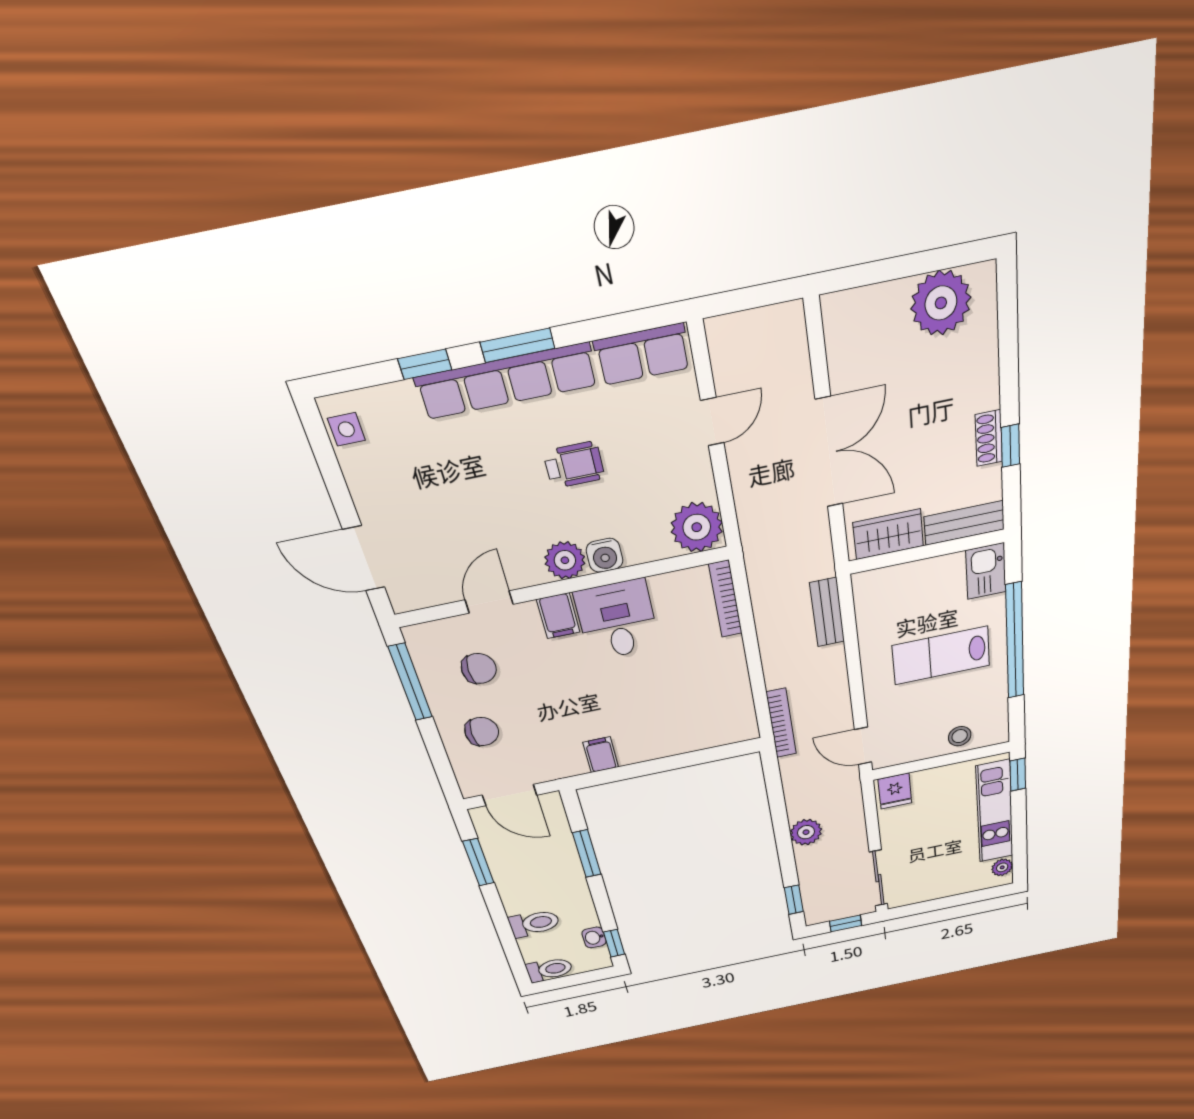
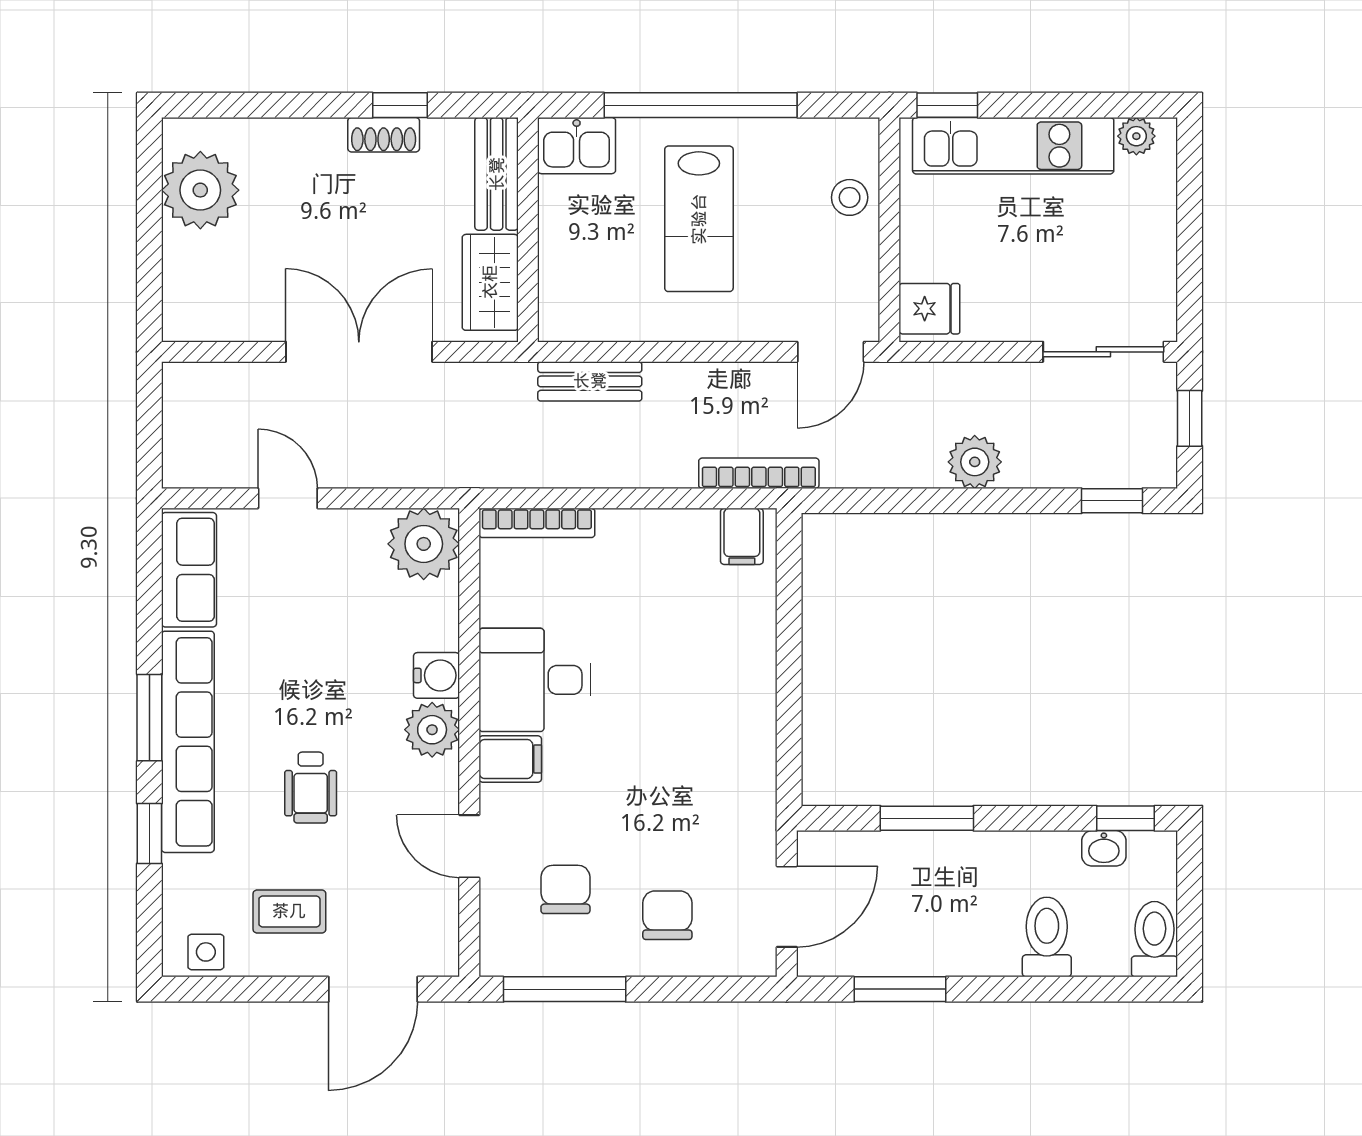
wheelchair: (574, 465) -> (311, 788), moved, turned 180
coffee table: (400, 487) -> (289, 911), added
filing cabinet: (601, 755) -> (742, 536), moved, turned -90

